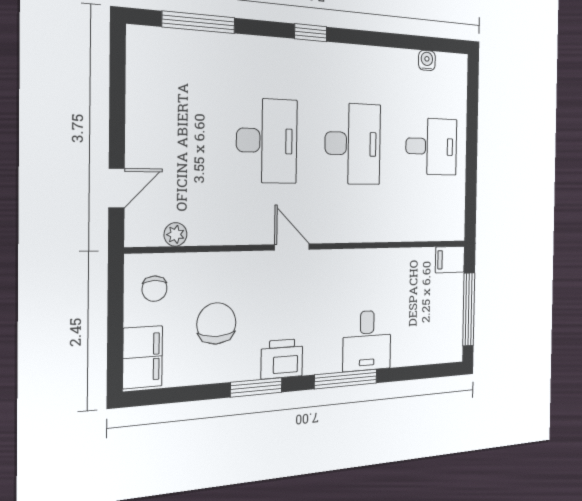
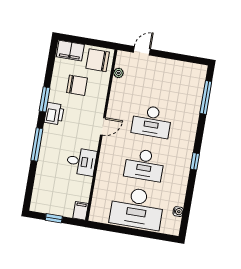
window: (311, 33) -> (195, 161), moved
desk: (431, 146) -> (137, 208), width x1.87, depth x1.30
door: (117, 188) -> (142, 51), swing flipped
chair: (155, 289) -> (98, 60), width x1.87, depth x1.87
window: (469, 309) -> (54, 218), width x0.46
desk: (367, 341) -> (81, 162), moved, turned 180

